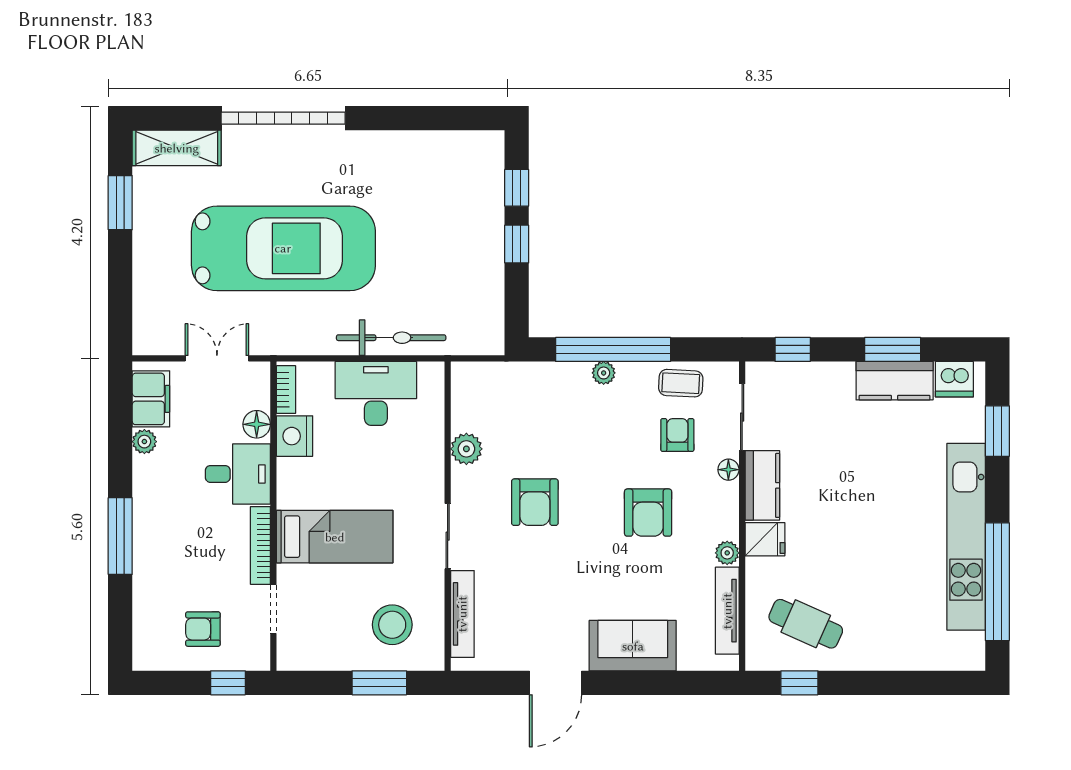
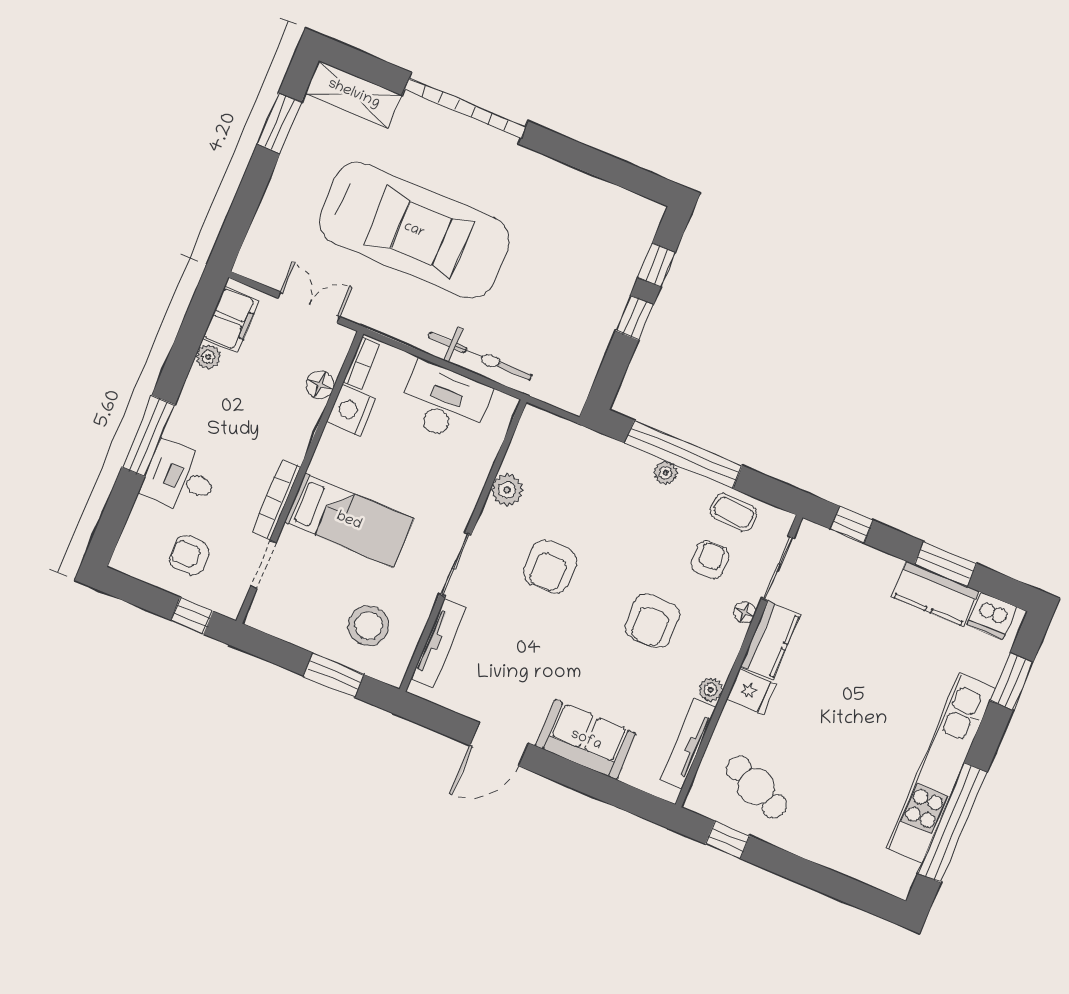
desk: (238, 474) -> (180, 478), moved, turned 180

